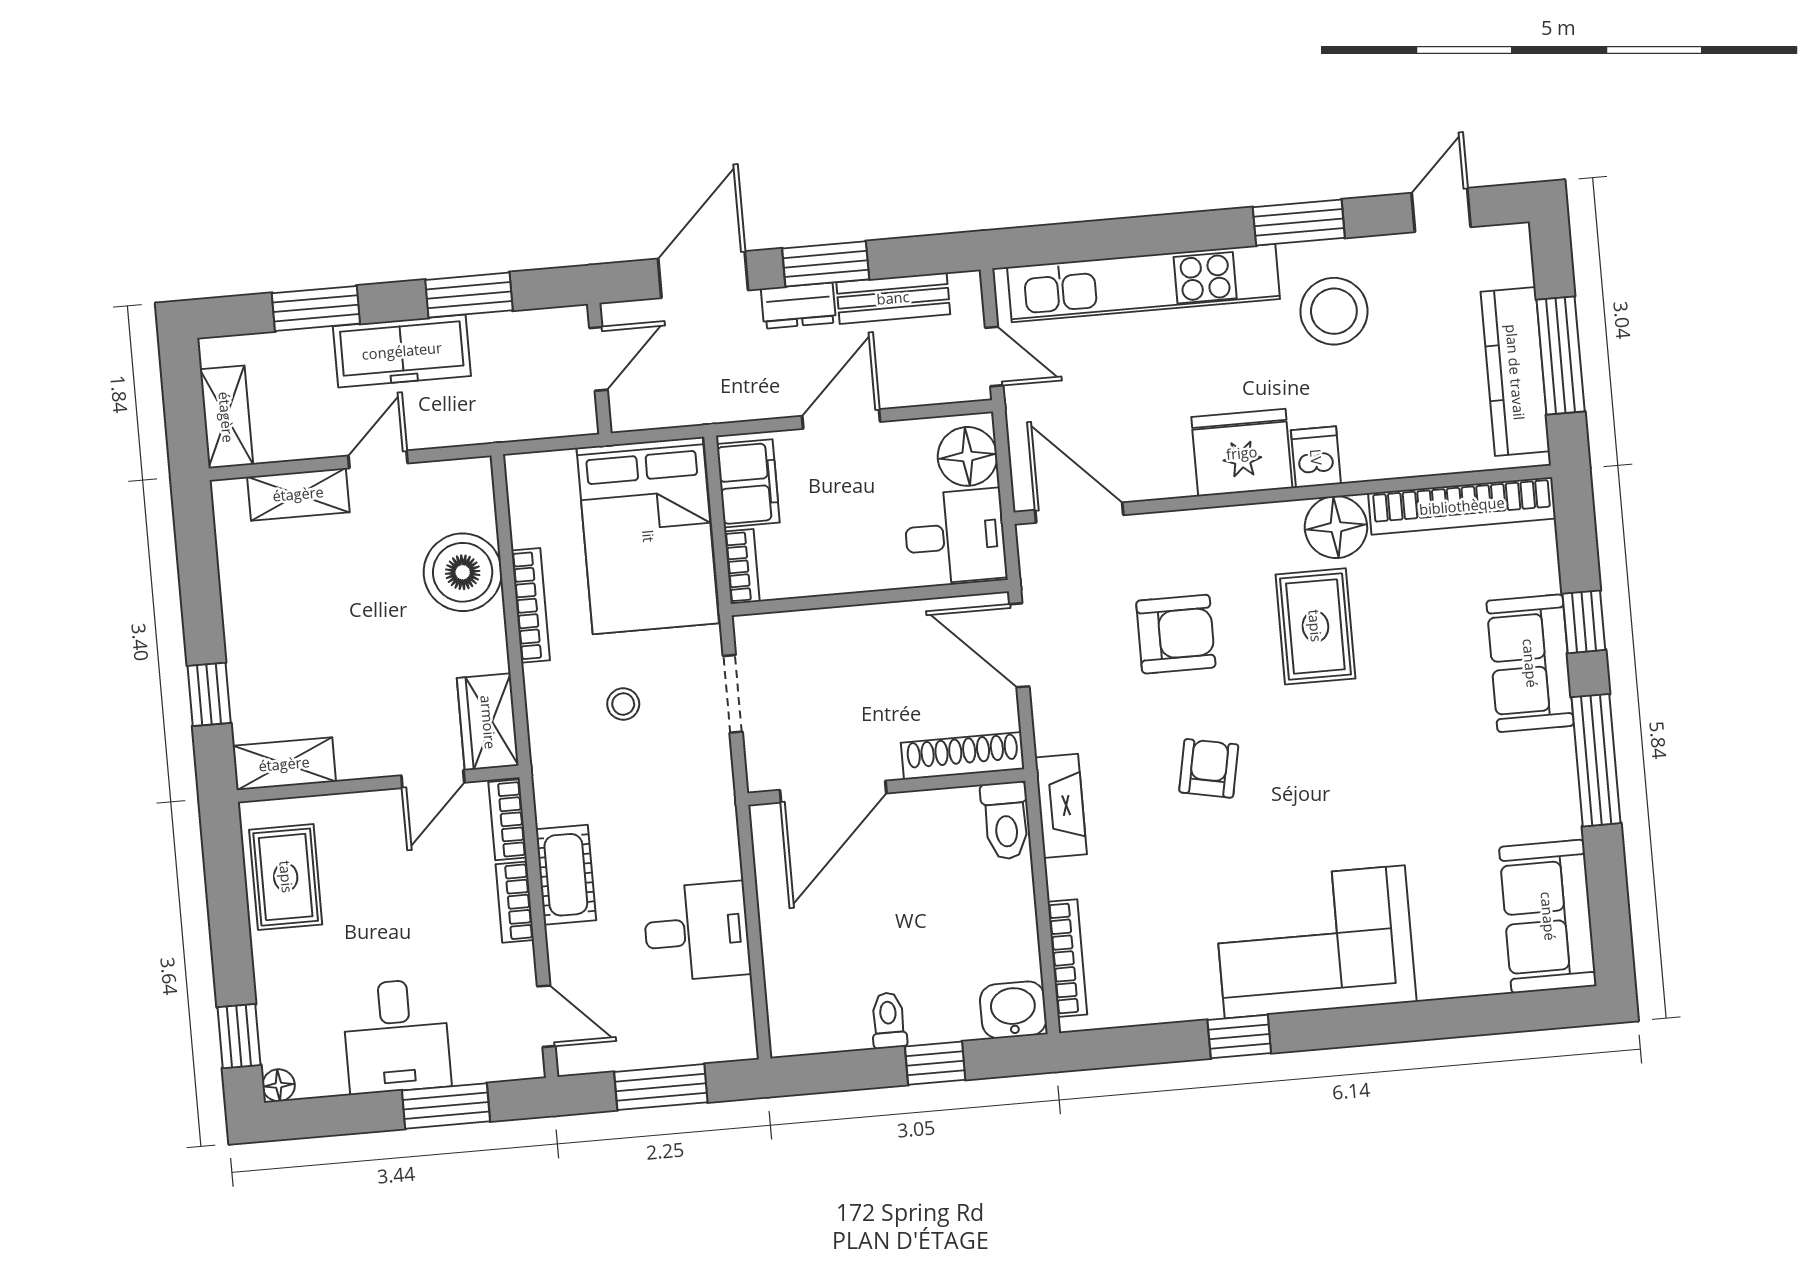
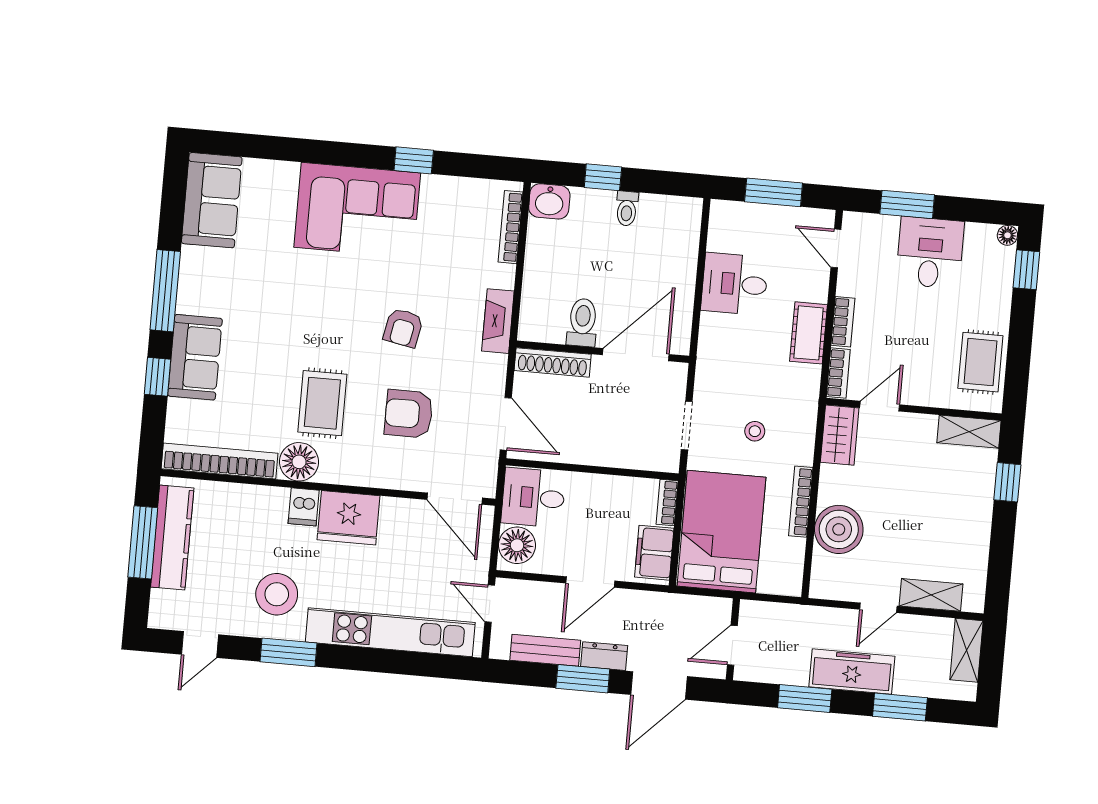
toilet: (1006, 821) -> (582, 322), moved

